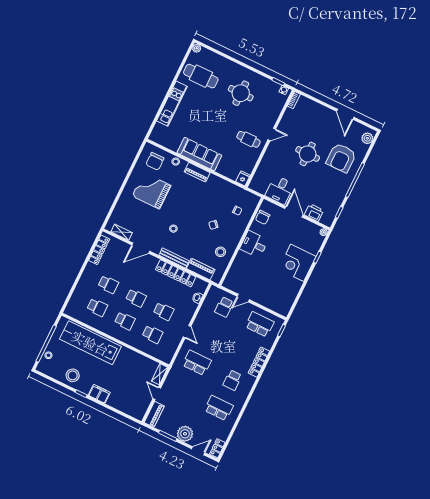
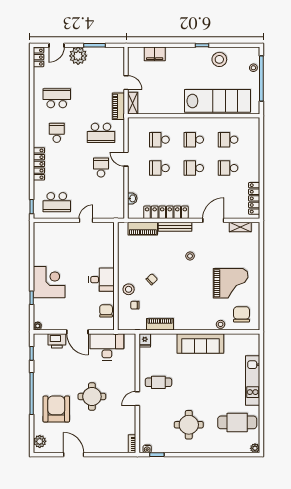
piano: (197, 172) -> (160, 324), moved
desk: (280, 190) -> (107, 347), width x1.37
stool: (220, 252) -> (129, 289), moved
school desk: (224, 307) -> (101, 167), moved
filing cabinet: (99, 394) -> (155, 54), moved
school desk: (219, 408) -> (57, 98), turned 180
piano: (154, 414) -> (118, 106), moved

